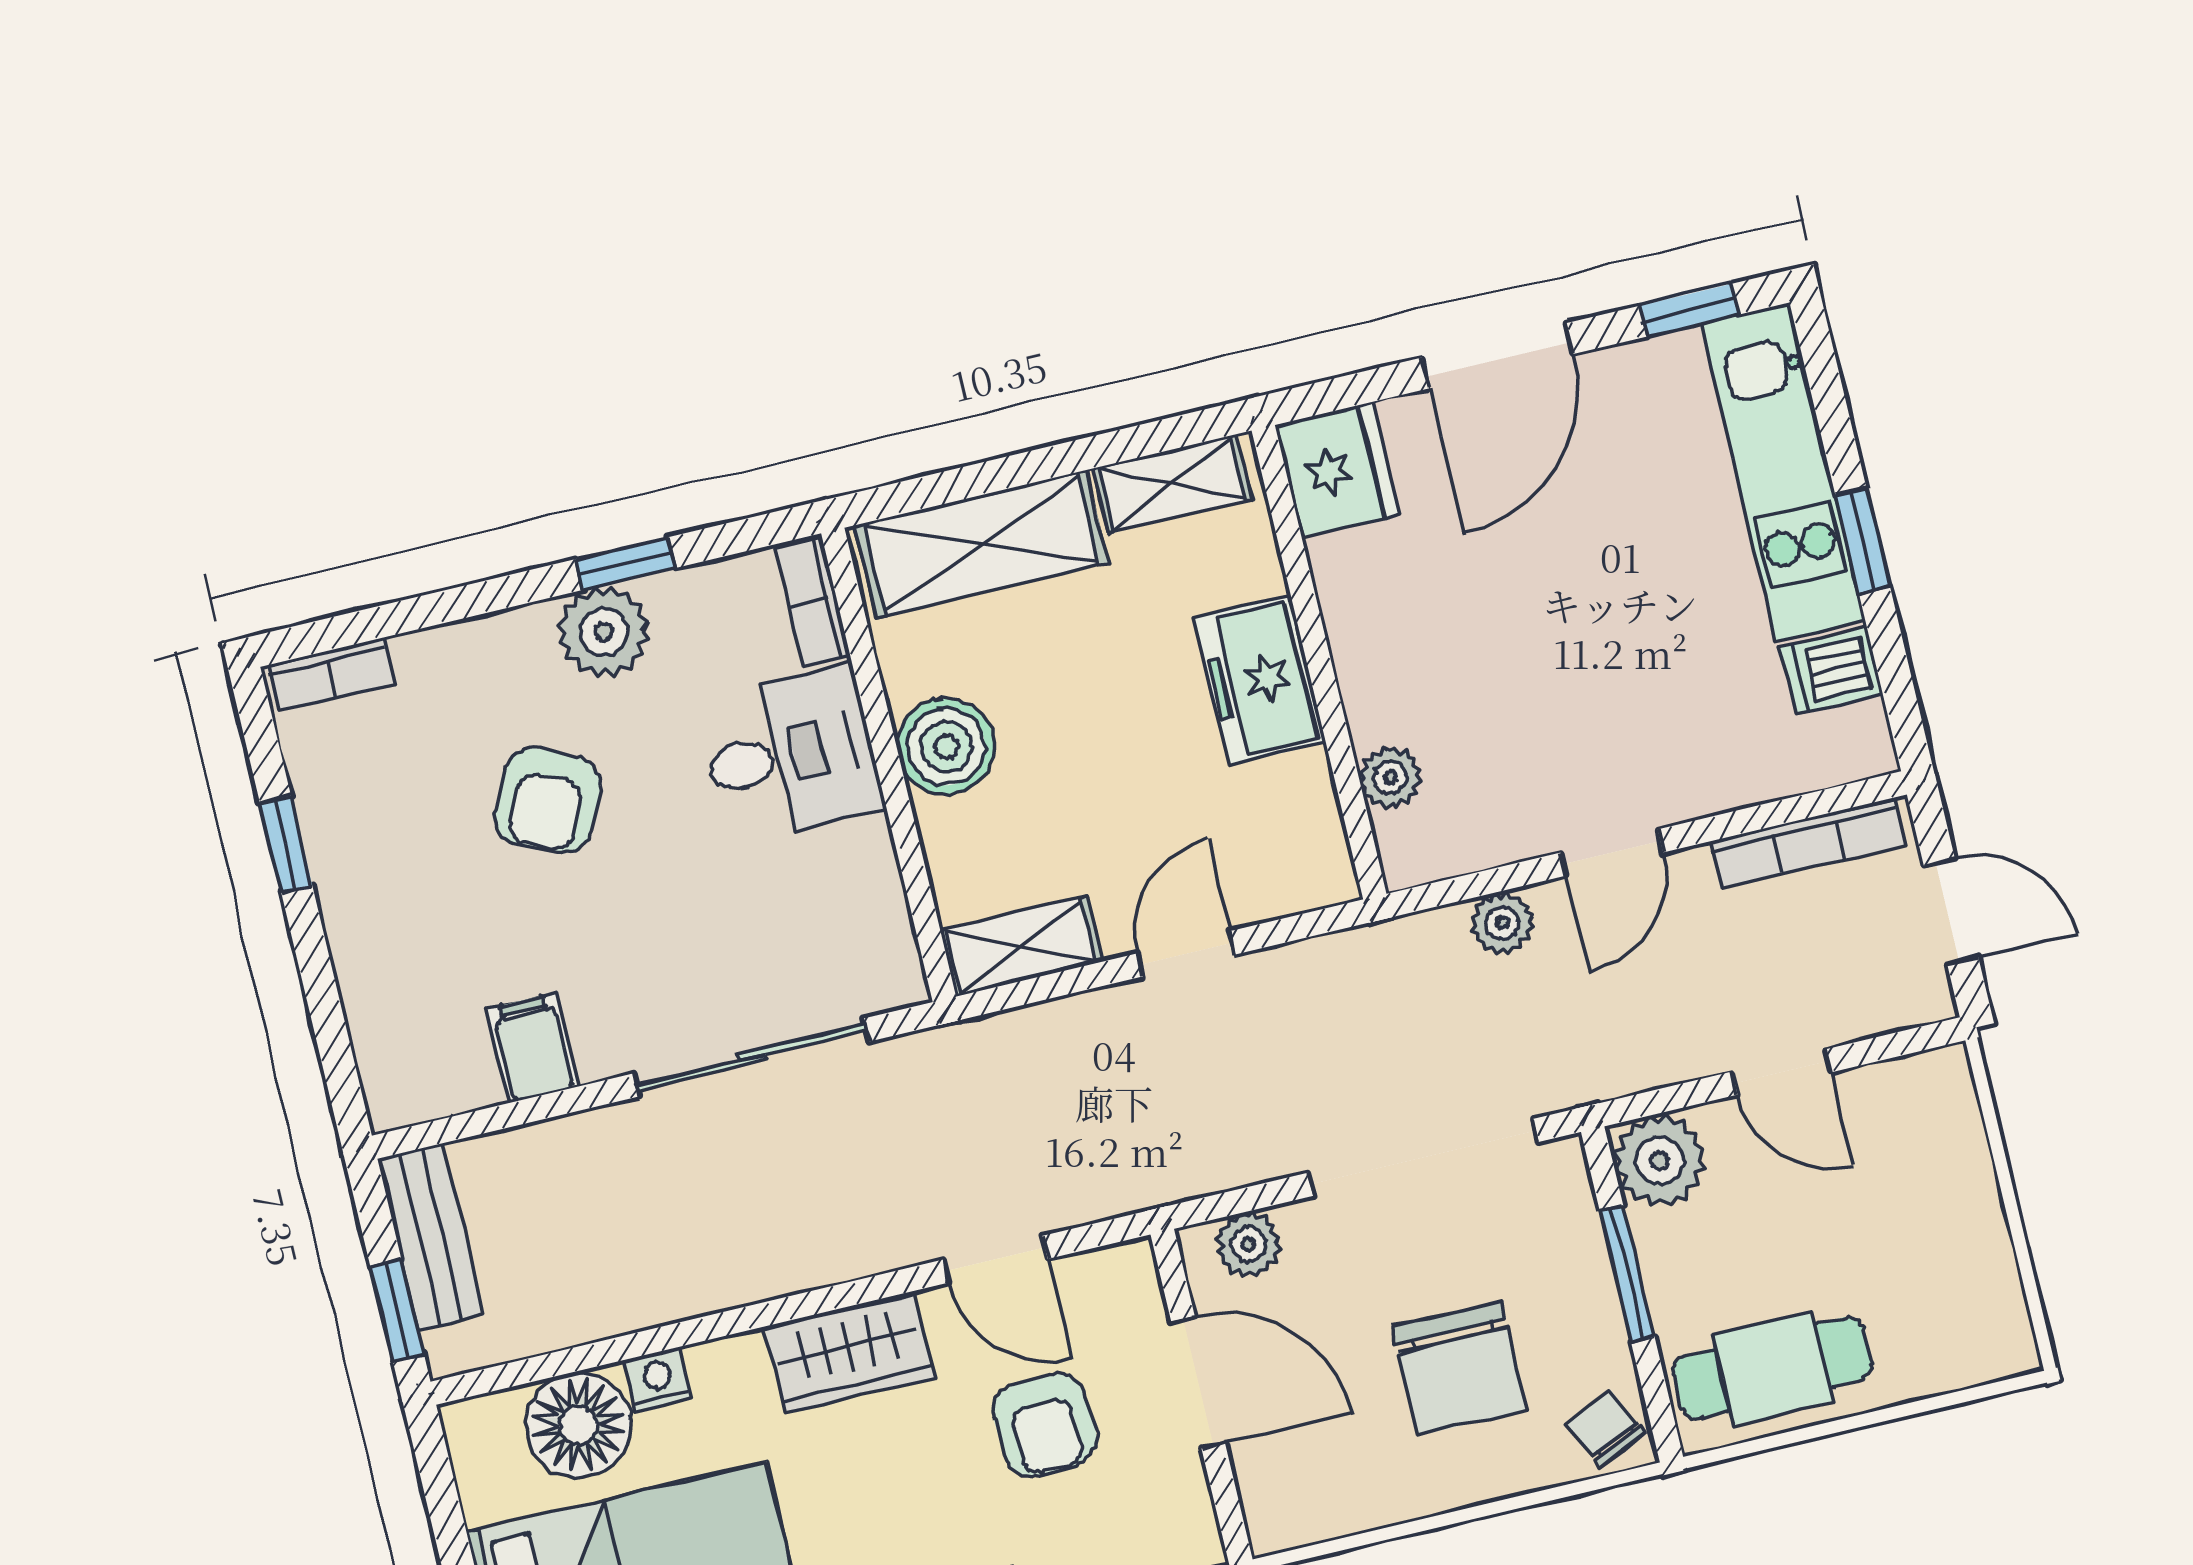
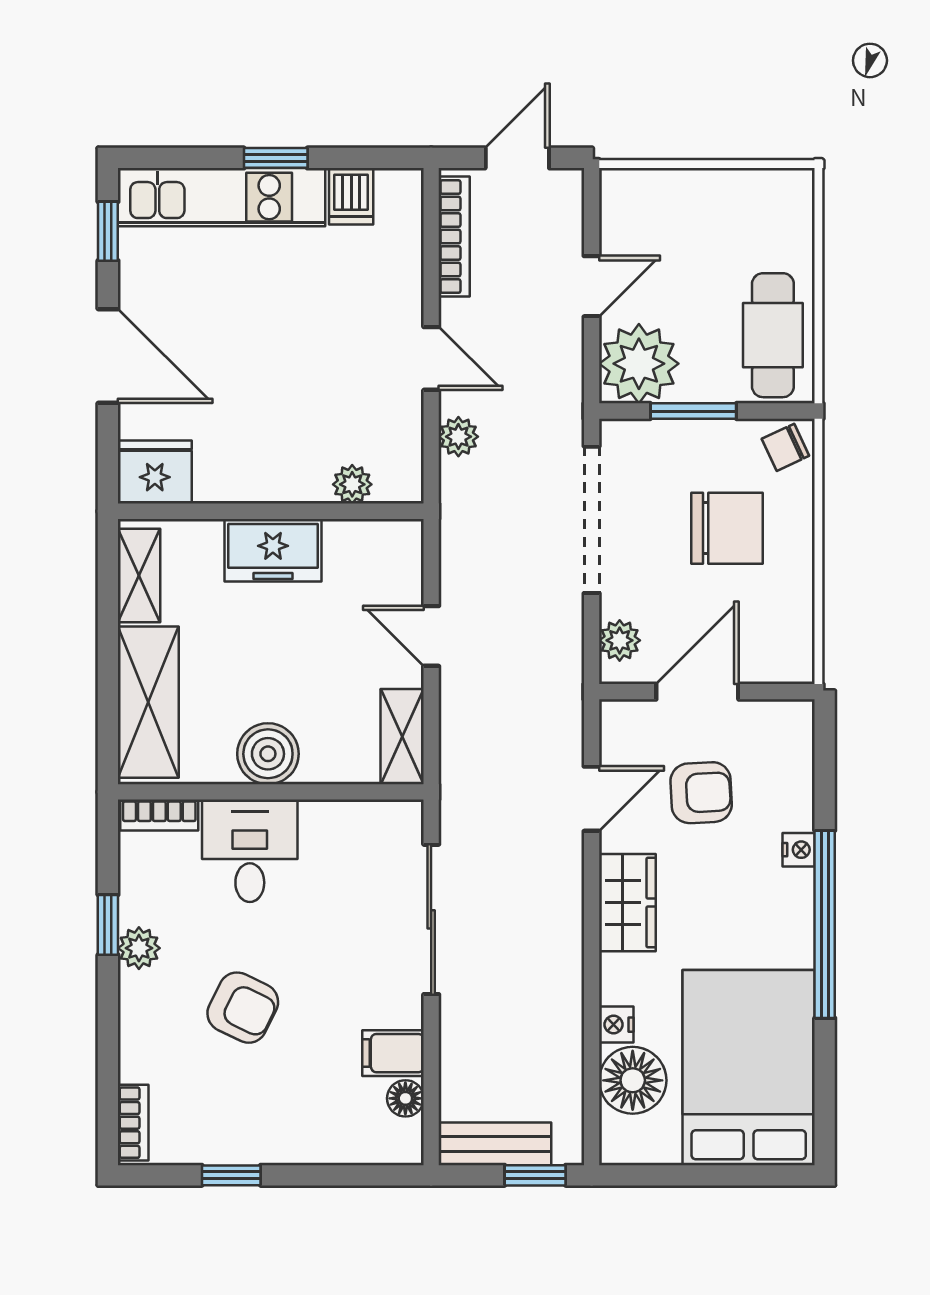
plant: (604, 632) -> (139, 948), width x0.73, depth x0.73
floor lamp: (468, 1083) -> (405, 1098), added
plant: (1660, 1160) -> (639, 364), width x1.36, depth x1.36

